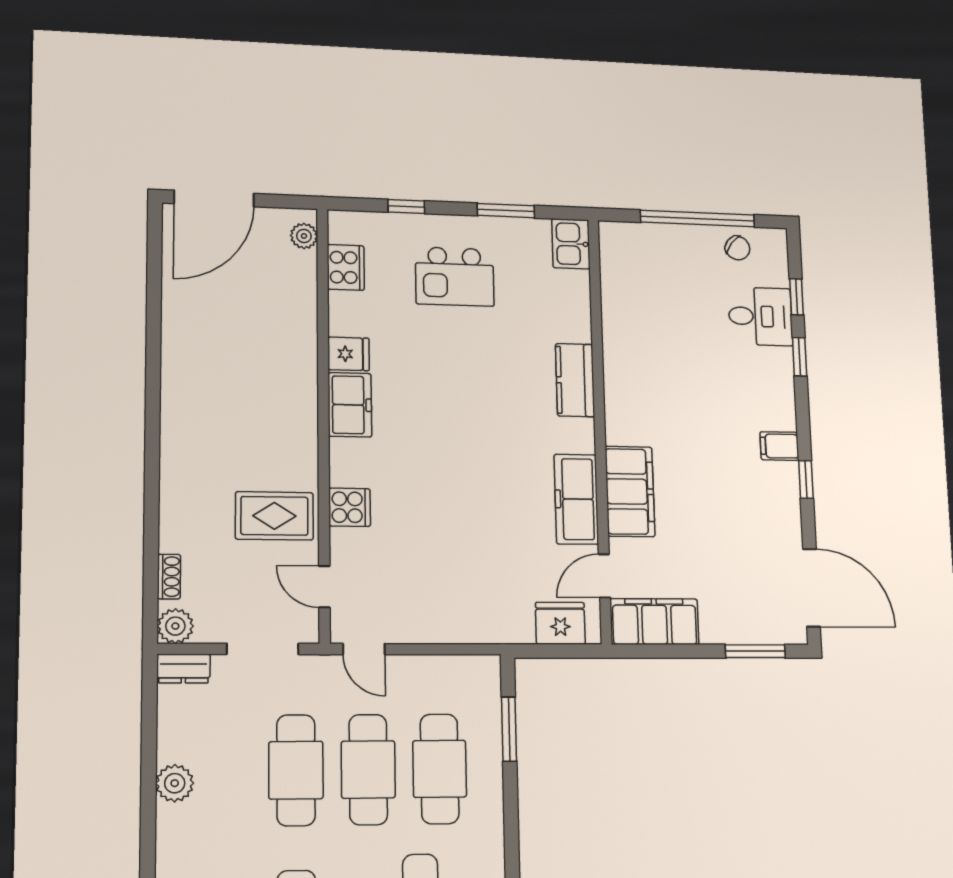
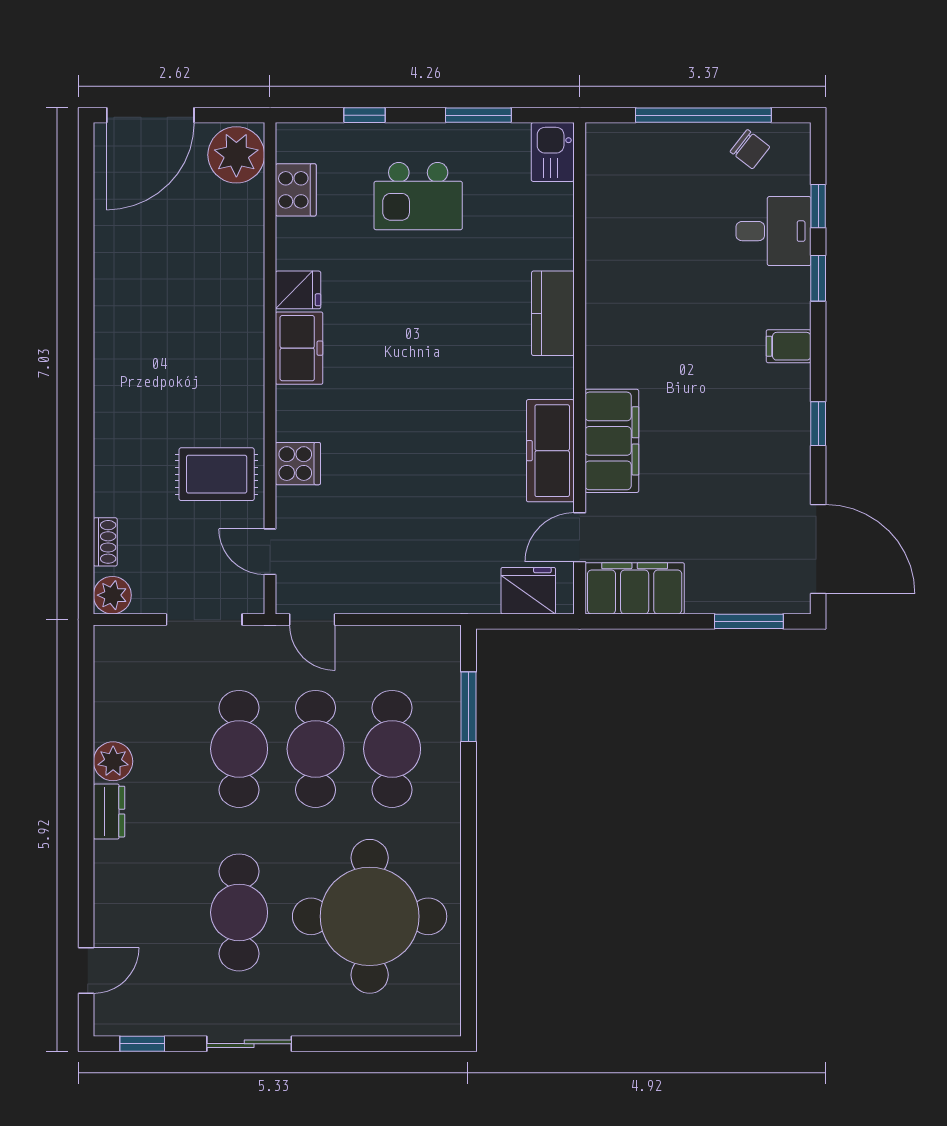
plant: (304, 236) -> (236, 155), width x1.88, depth x1.88
filing cabinet: (779, 446) -> (789, 346), moved
dresser: (183, 669) -> (109, 812), moved, turned -90

